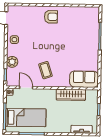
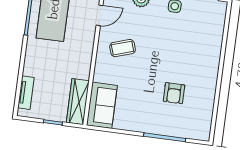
armchair: (51, 17) -> (174, 93), moved
wardrobe: (71, 95) -> (78, 102), moved

